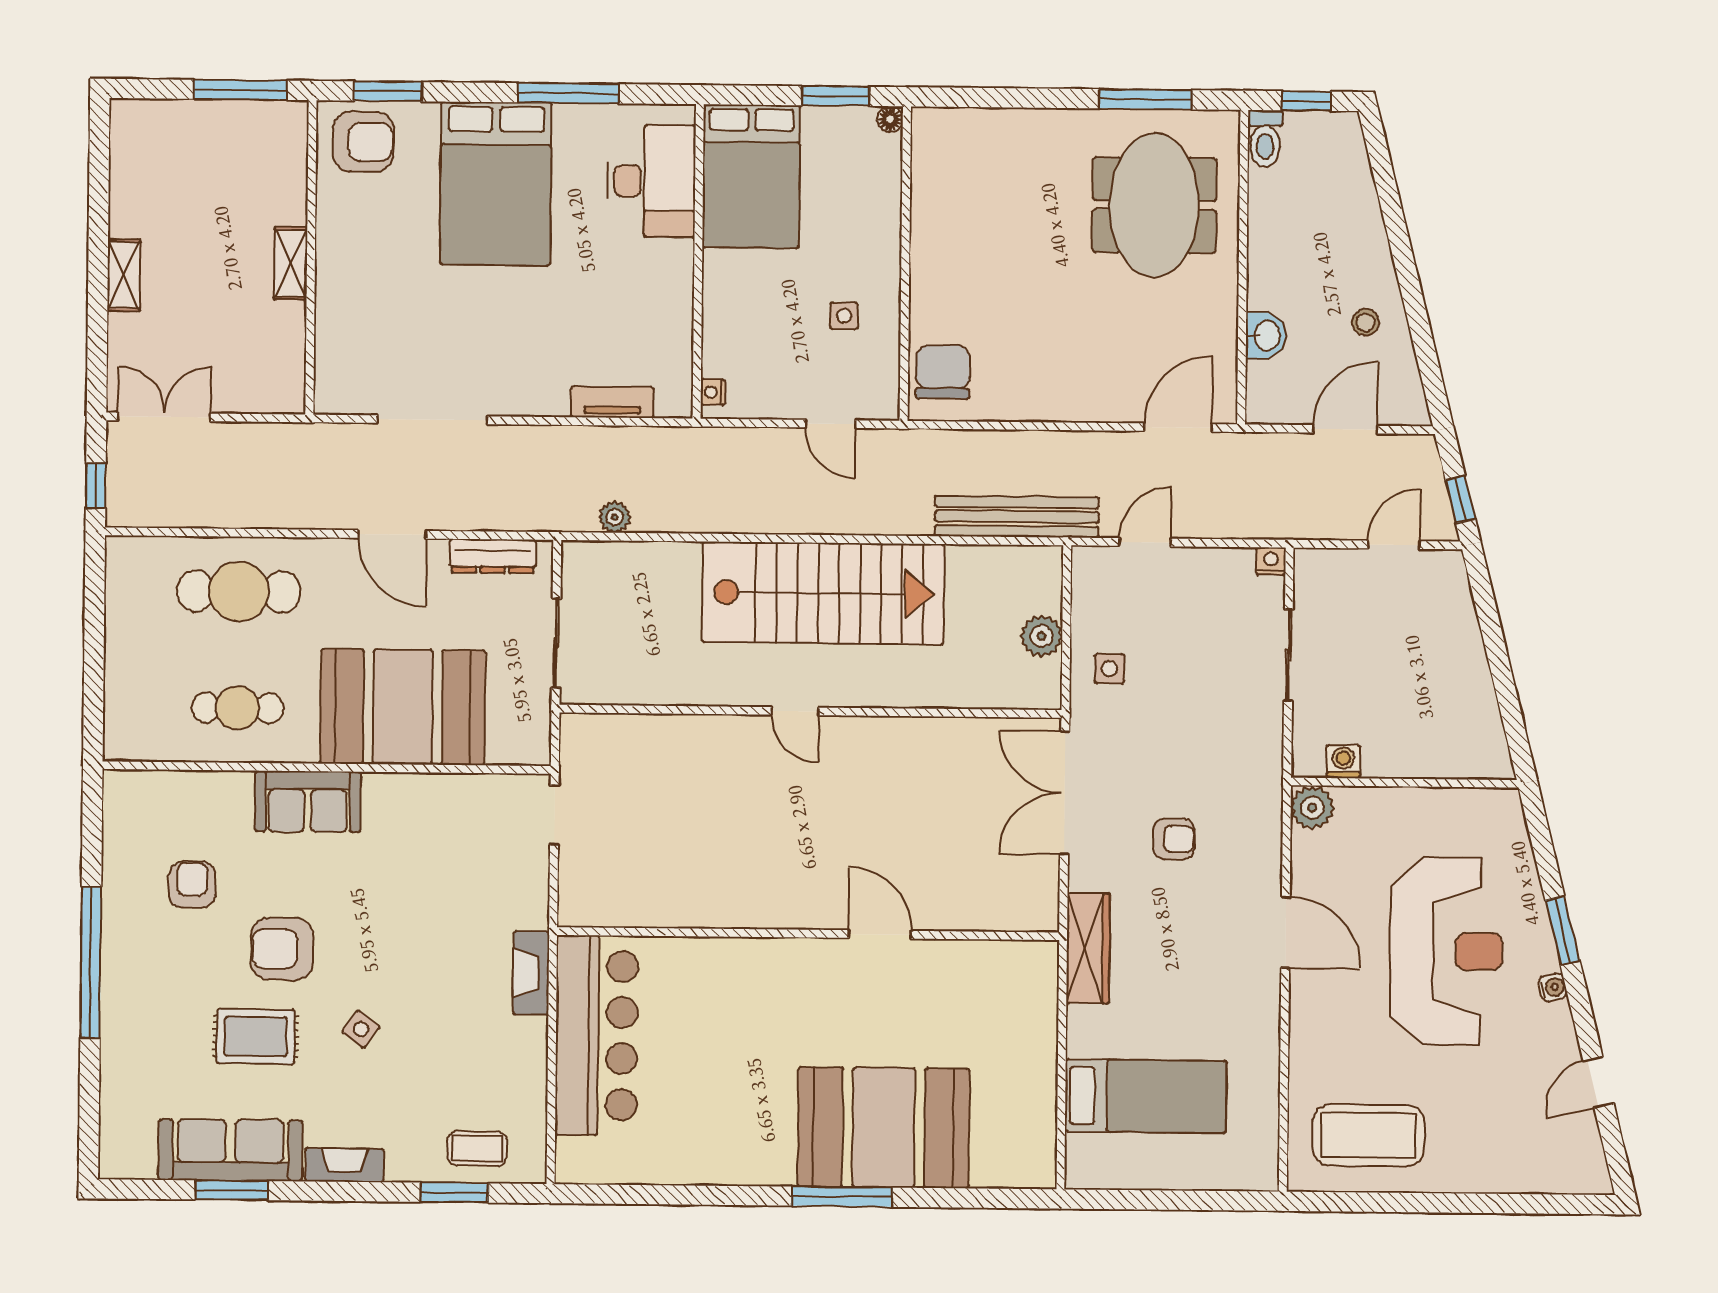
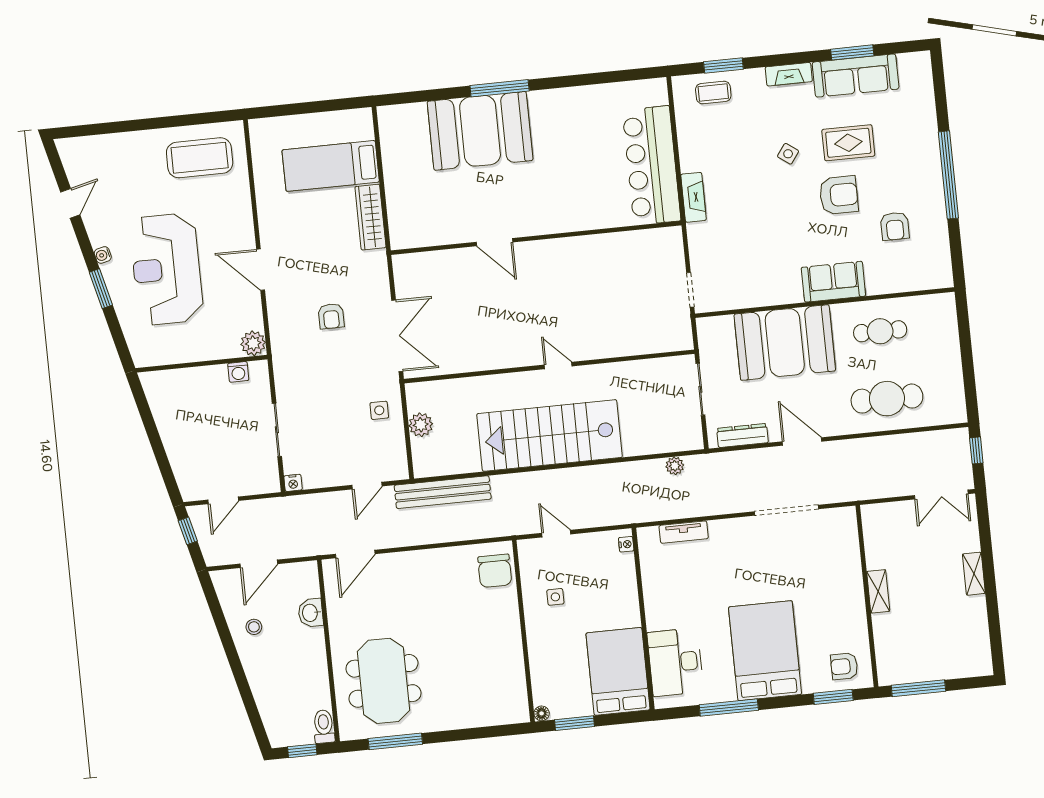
armchair: (363, 142) -> (844, 666), width x0.72, depth x0.72
armchair: (1174, 839) -> (331, 316), turned -90
wardrobe: (1088, 948) -> (370, 217), moved

